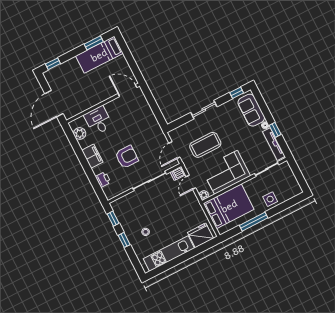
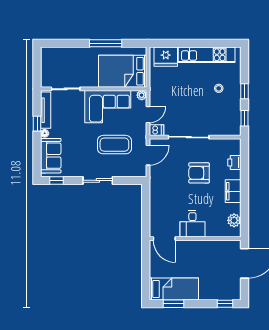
desk: (98, 120) -> (192, 224), moved
side table: (270, 199) -> (78, 57), removed

